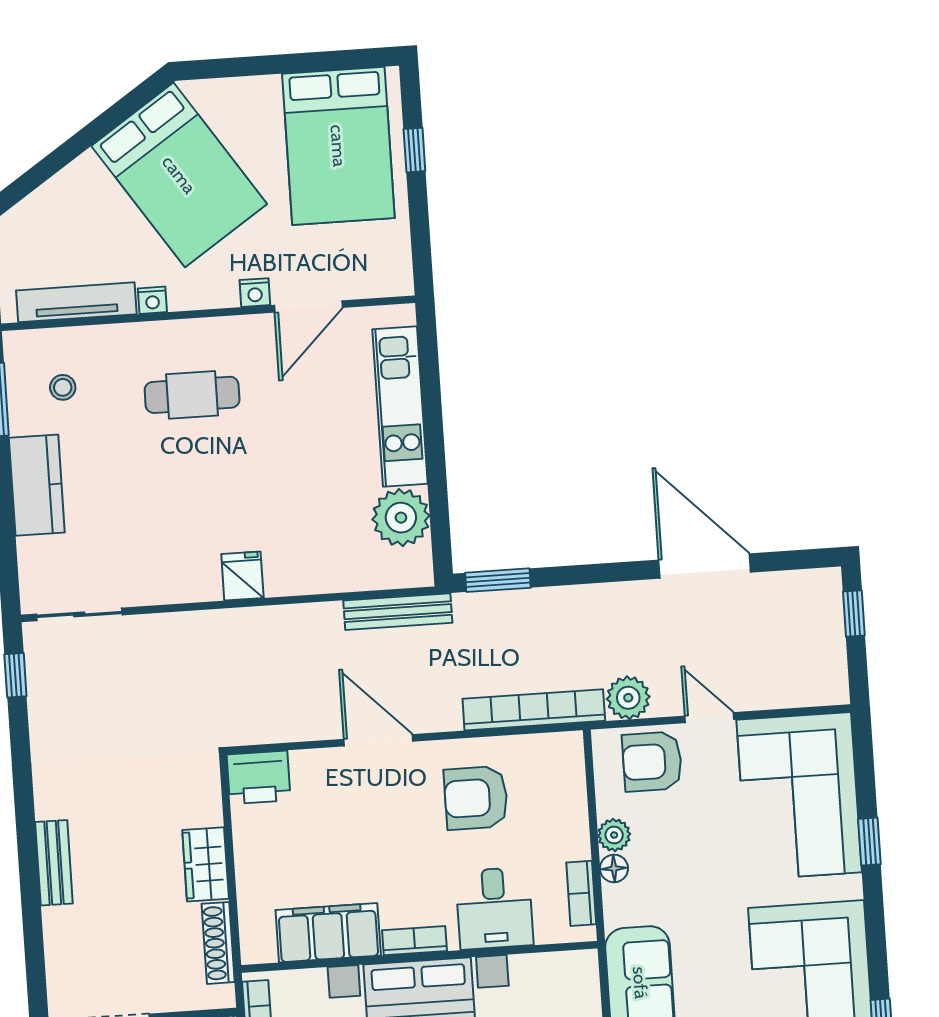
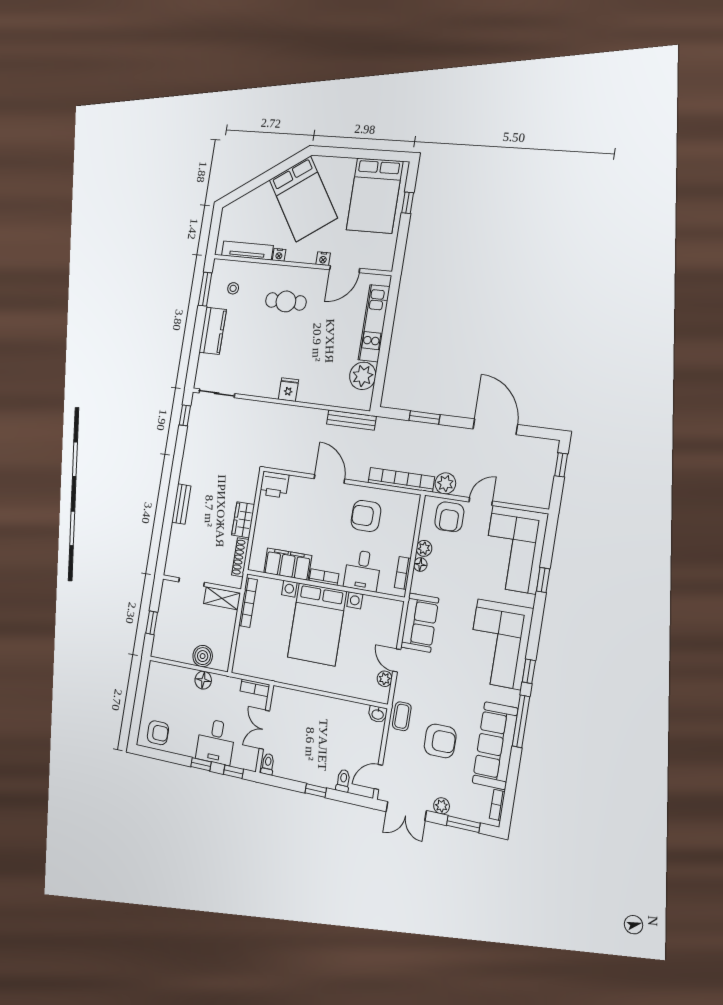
window: (498, 580) -> (424, 418), moved
door: (709, 718) -> (481, 501), hinge flipped
armchair: (652, 762) -> (449, 517), turned -90

